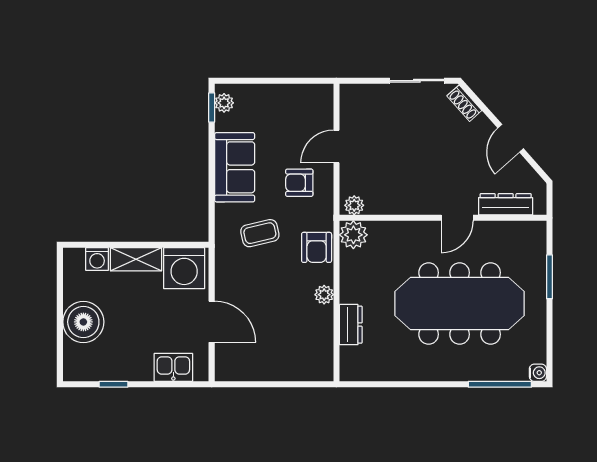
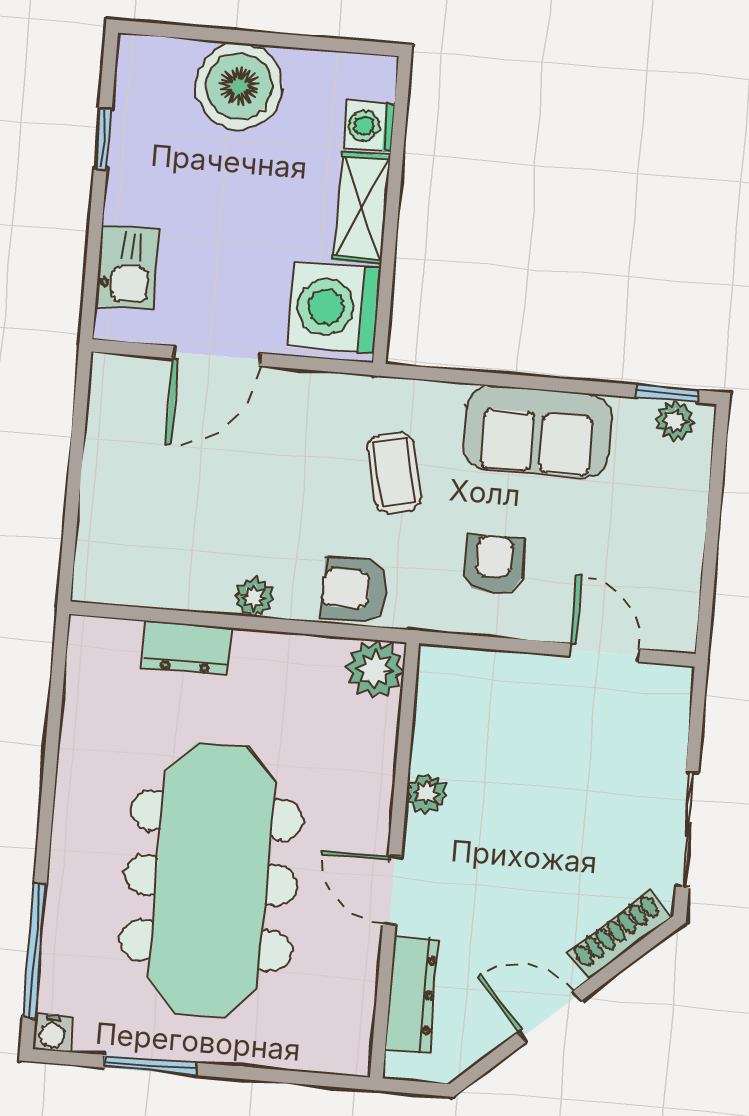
shoe rack: (464, 103) -> (619, 935), width x1.43
door: (336, 146) -> (605, 653), moved
plant: (354, 205) -> (427, 793), moved
window: (549, 277) -> (150, 1065), moved

